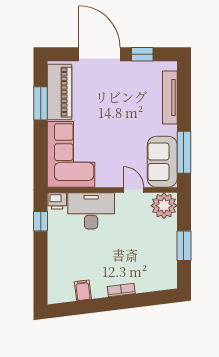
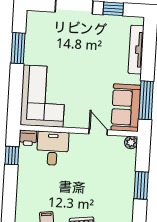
piano: (60, 92) -> (36, 39), removed
plant: (164, 206) -> (131, 143), width x0.53, depth x0.53
desk: (91, 211) -> (53, 148), width x0.73

